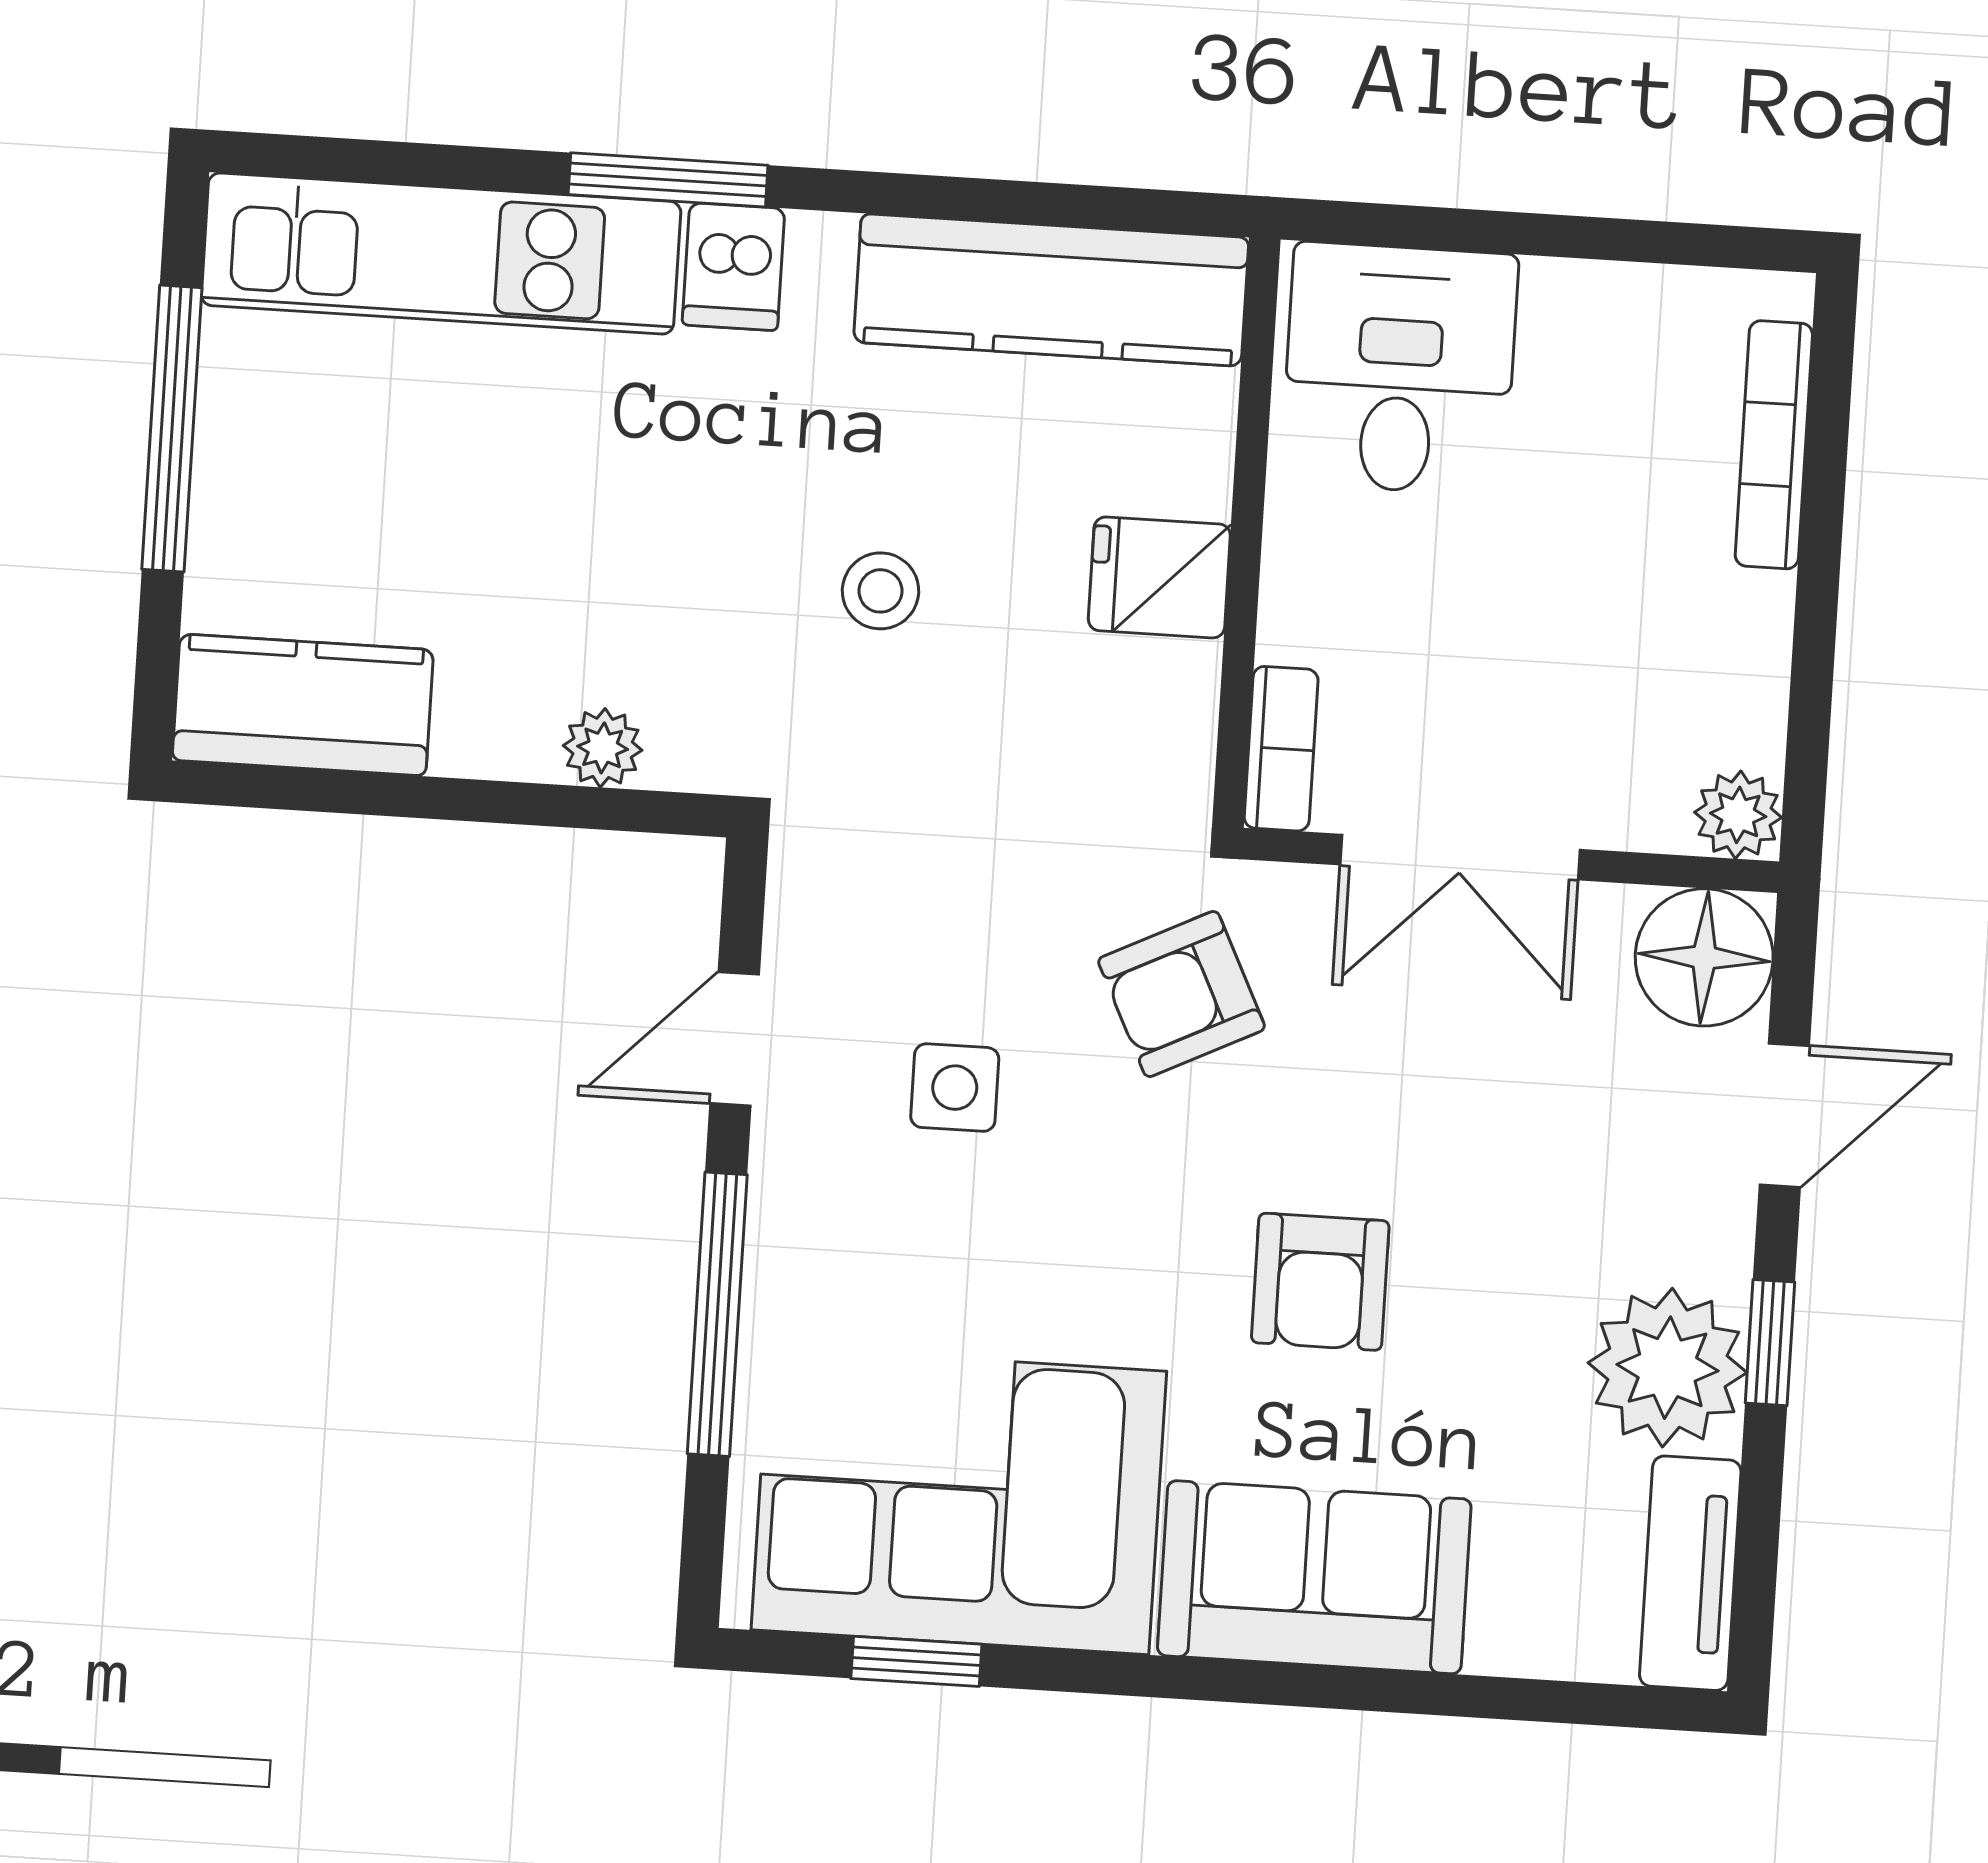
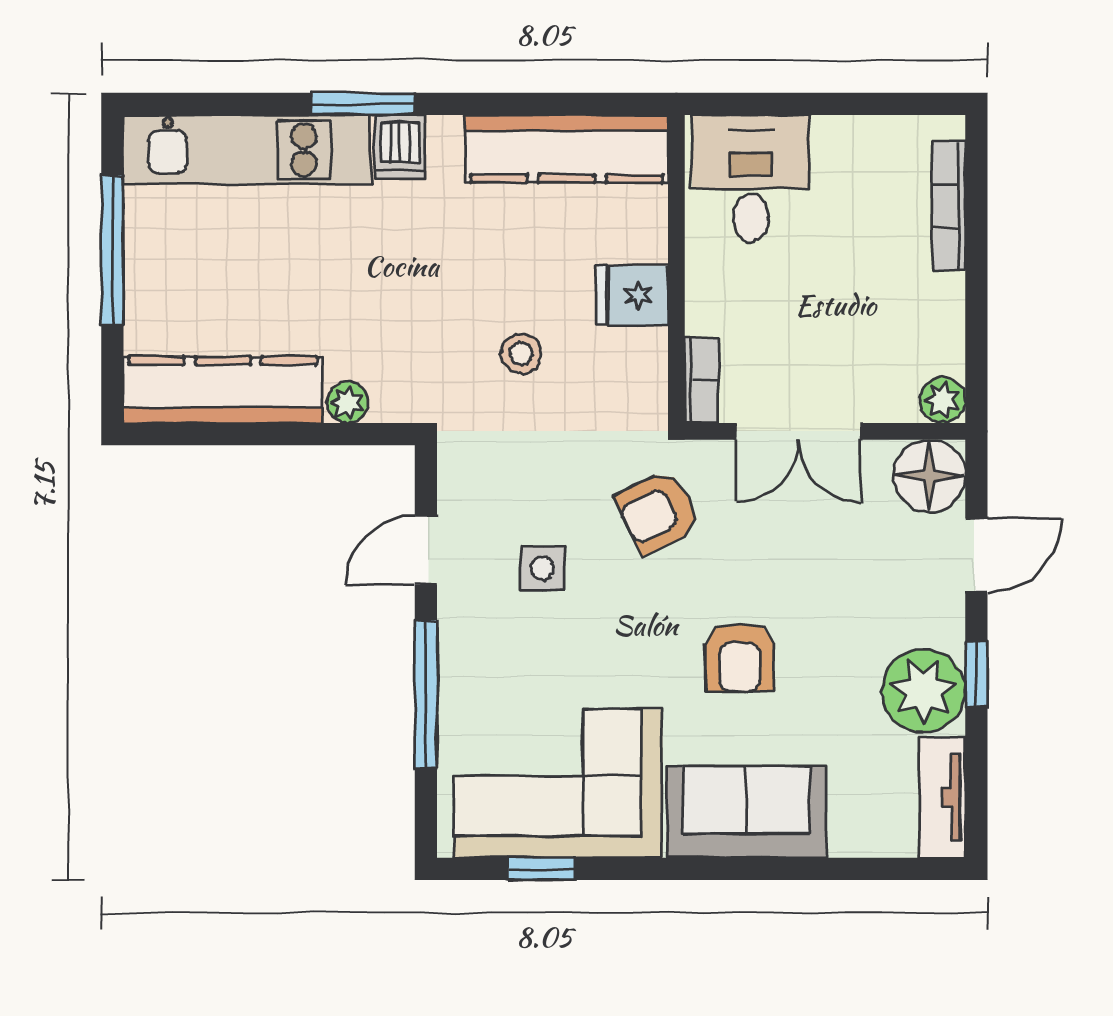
stool: (880, 591) -> (521, 354), moved
kitchen counter: (303, 705) -> (223, 390), width x1.50

